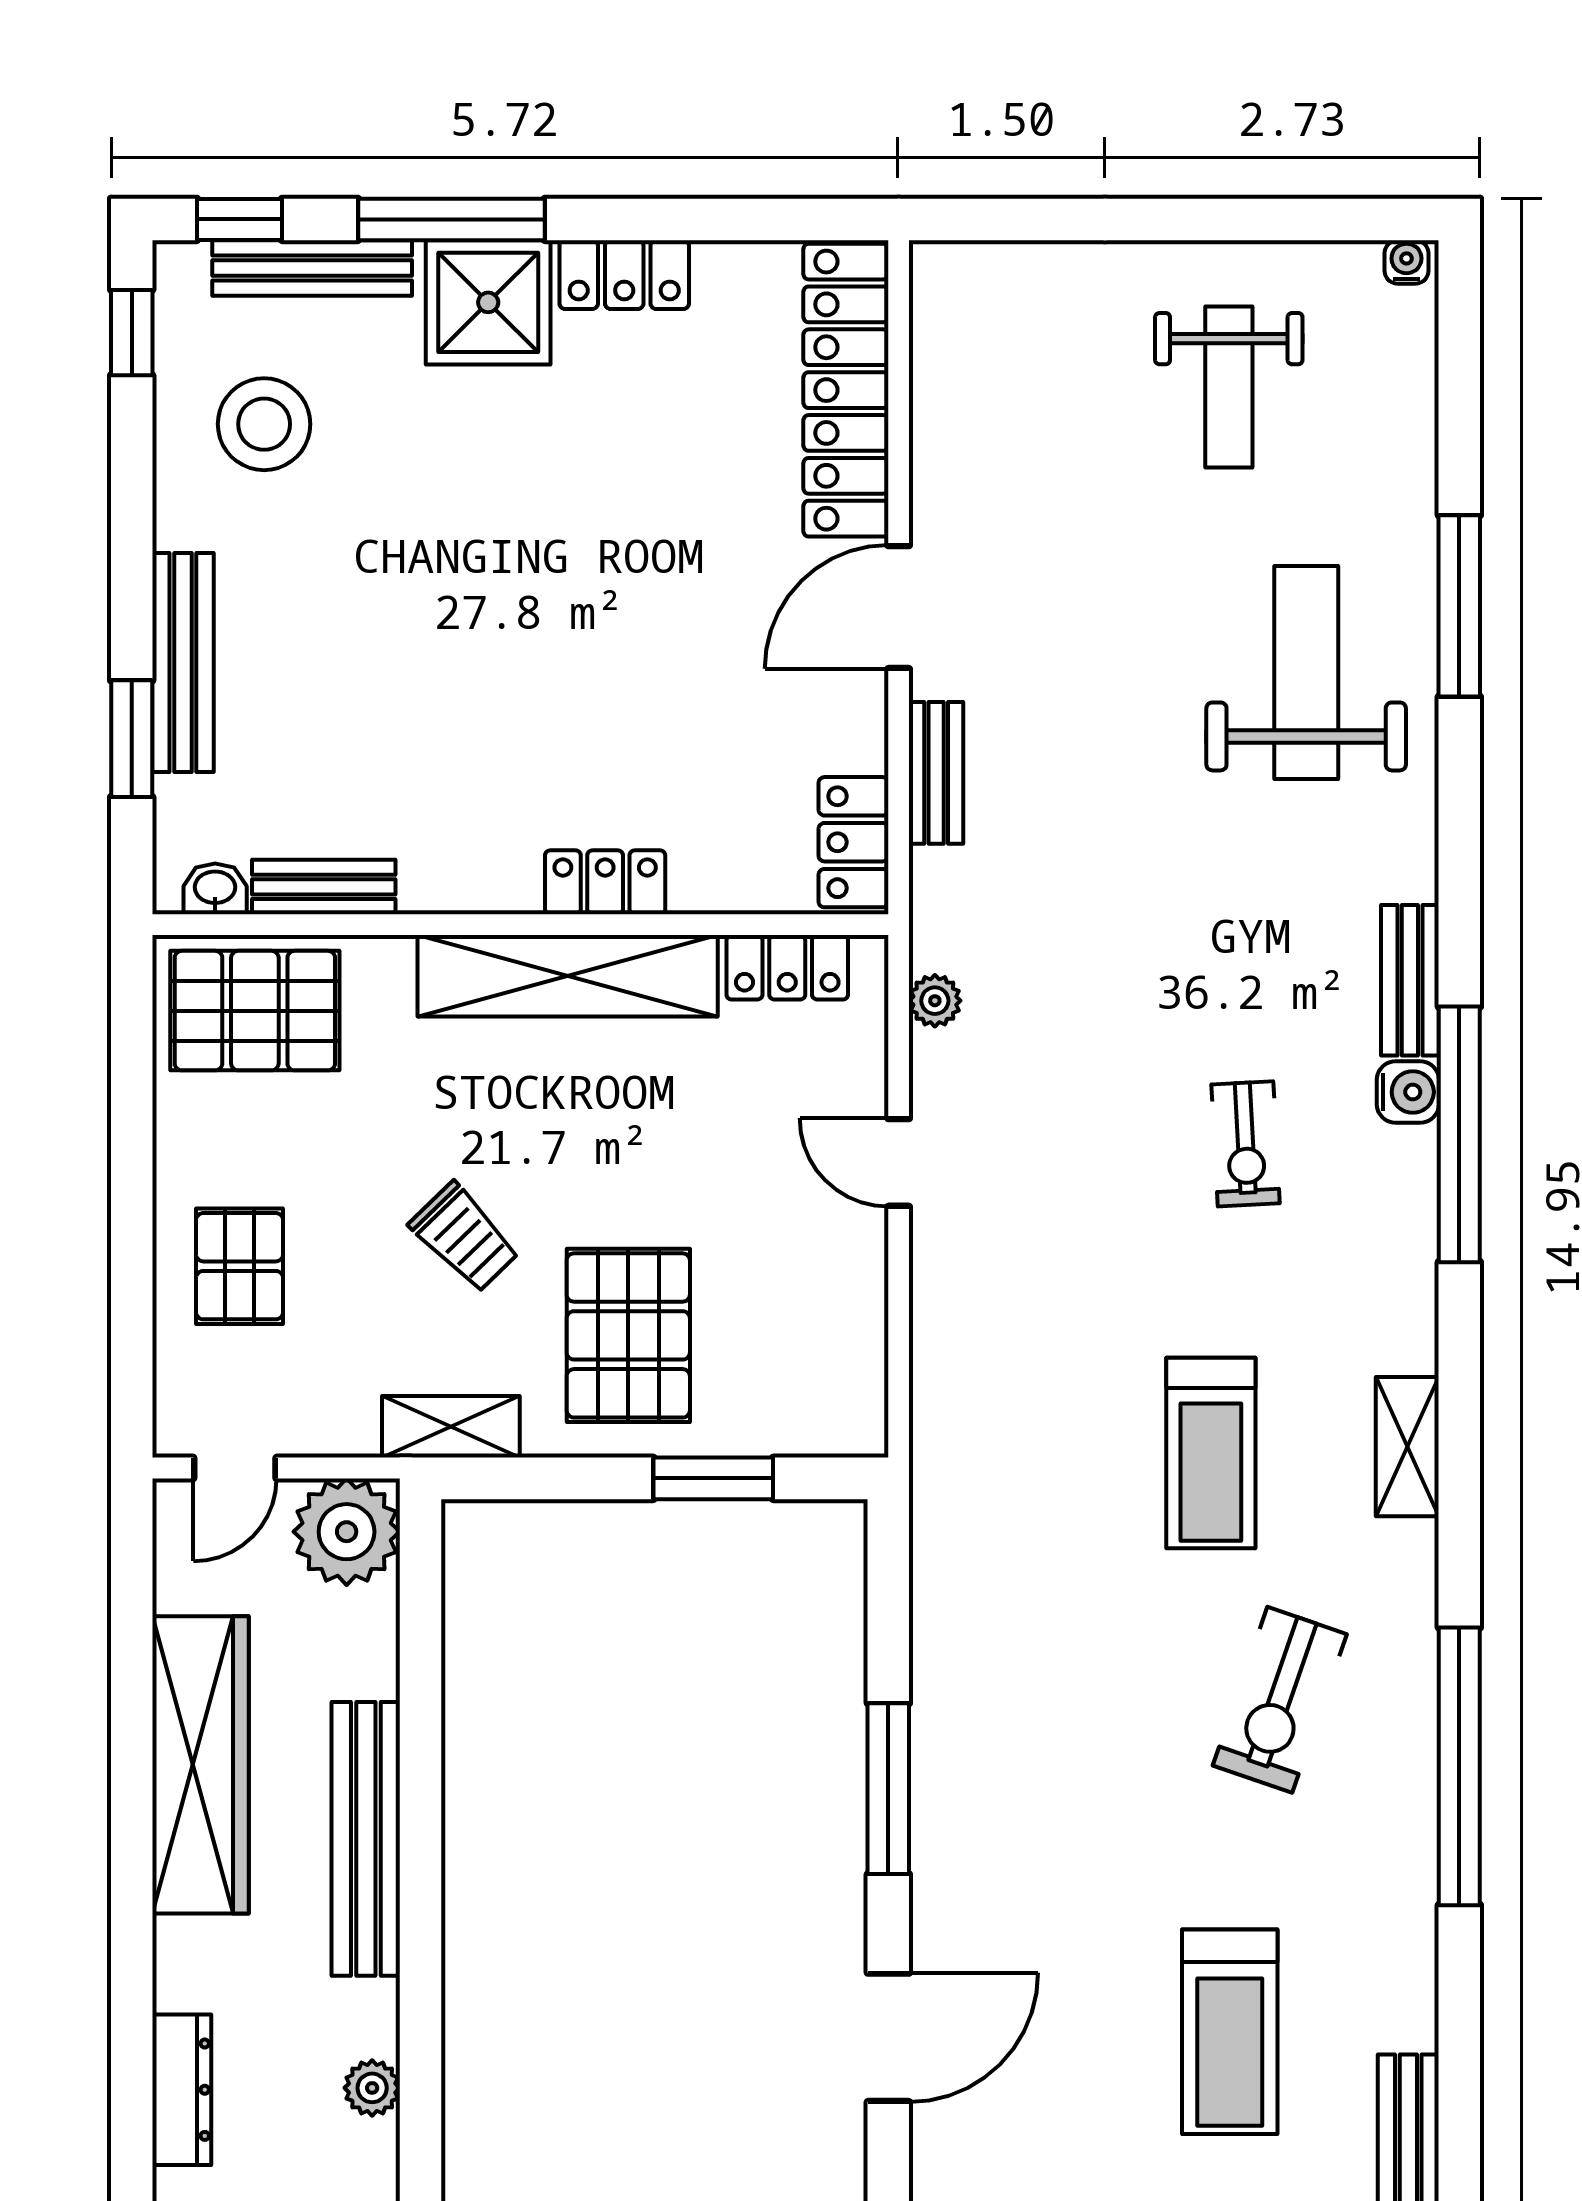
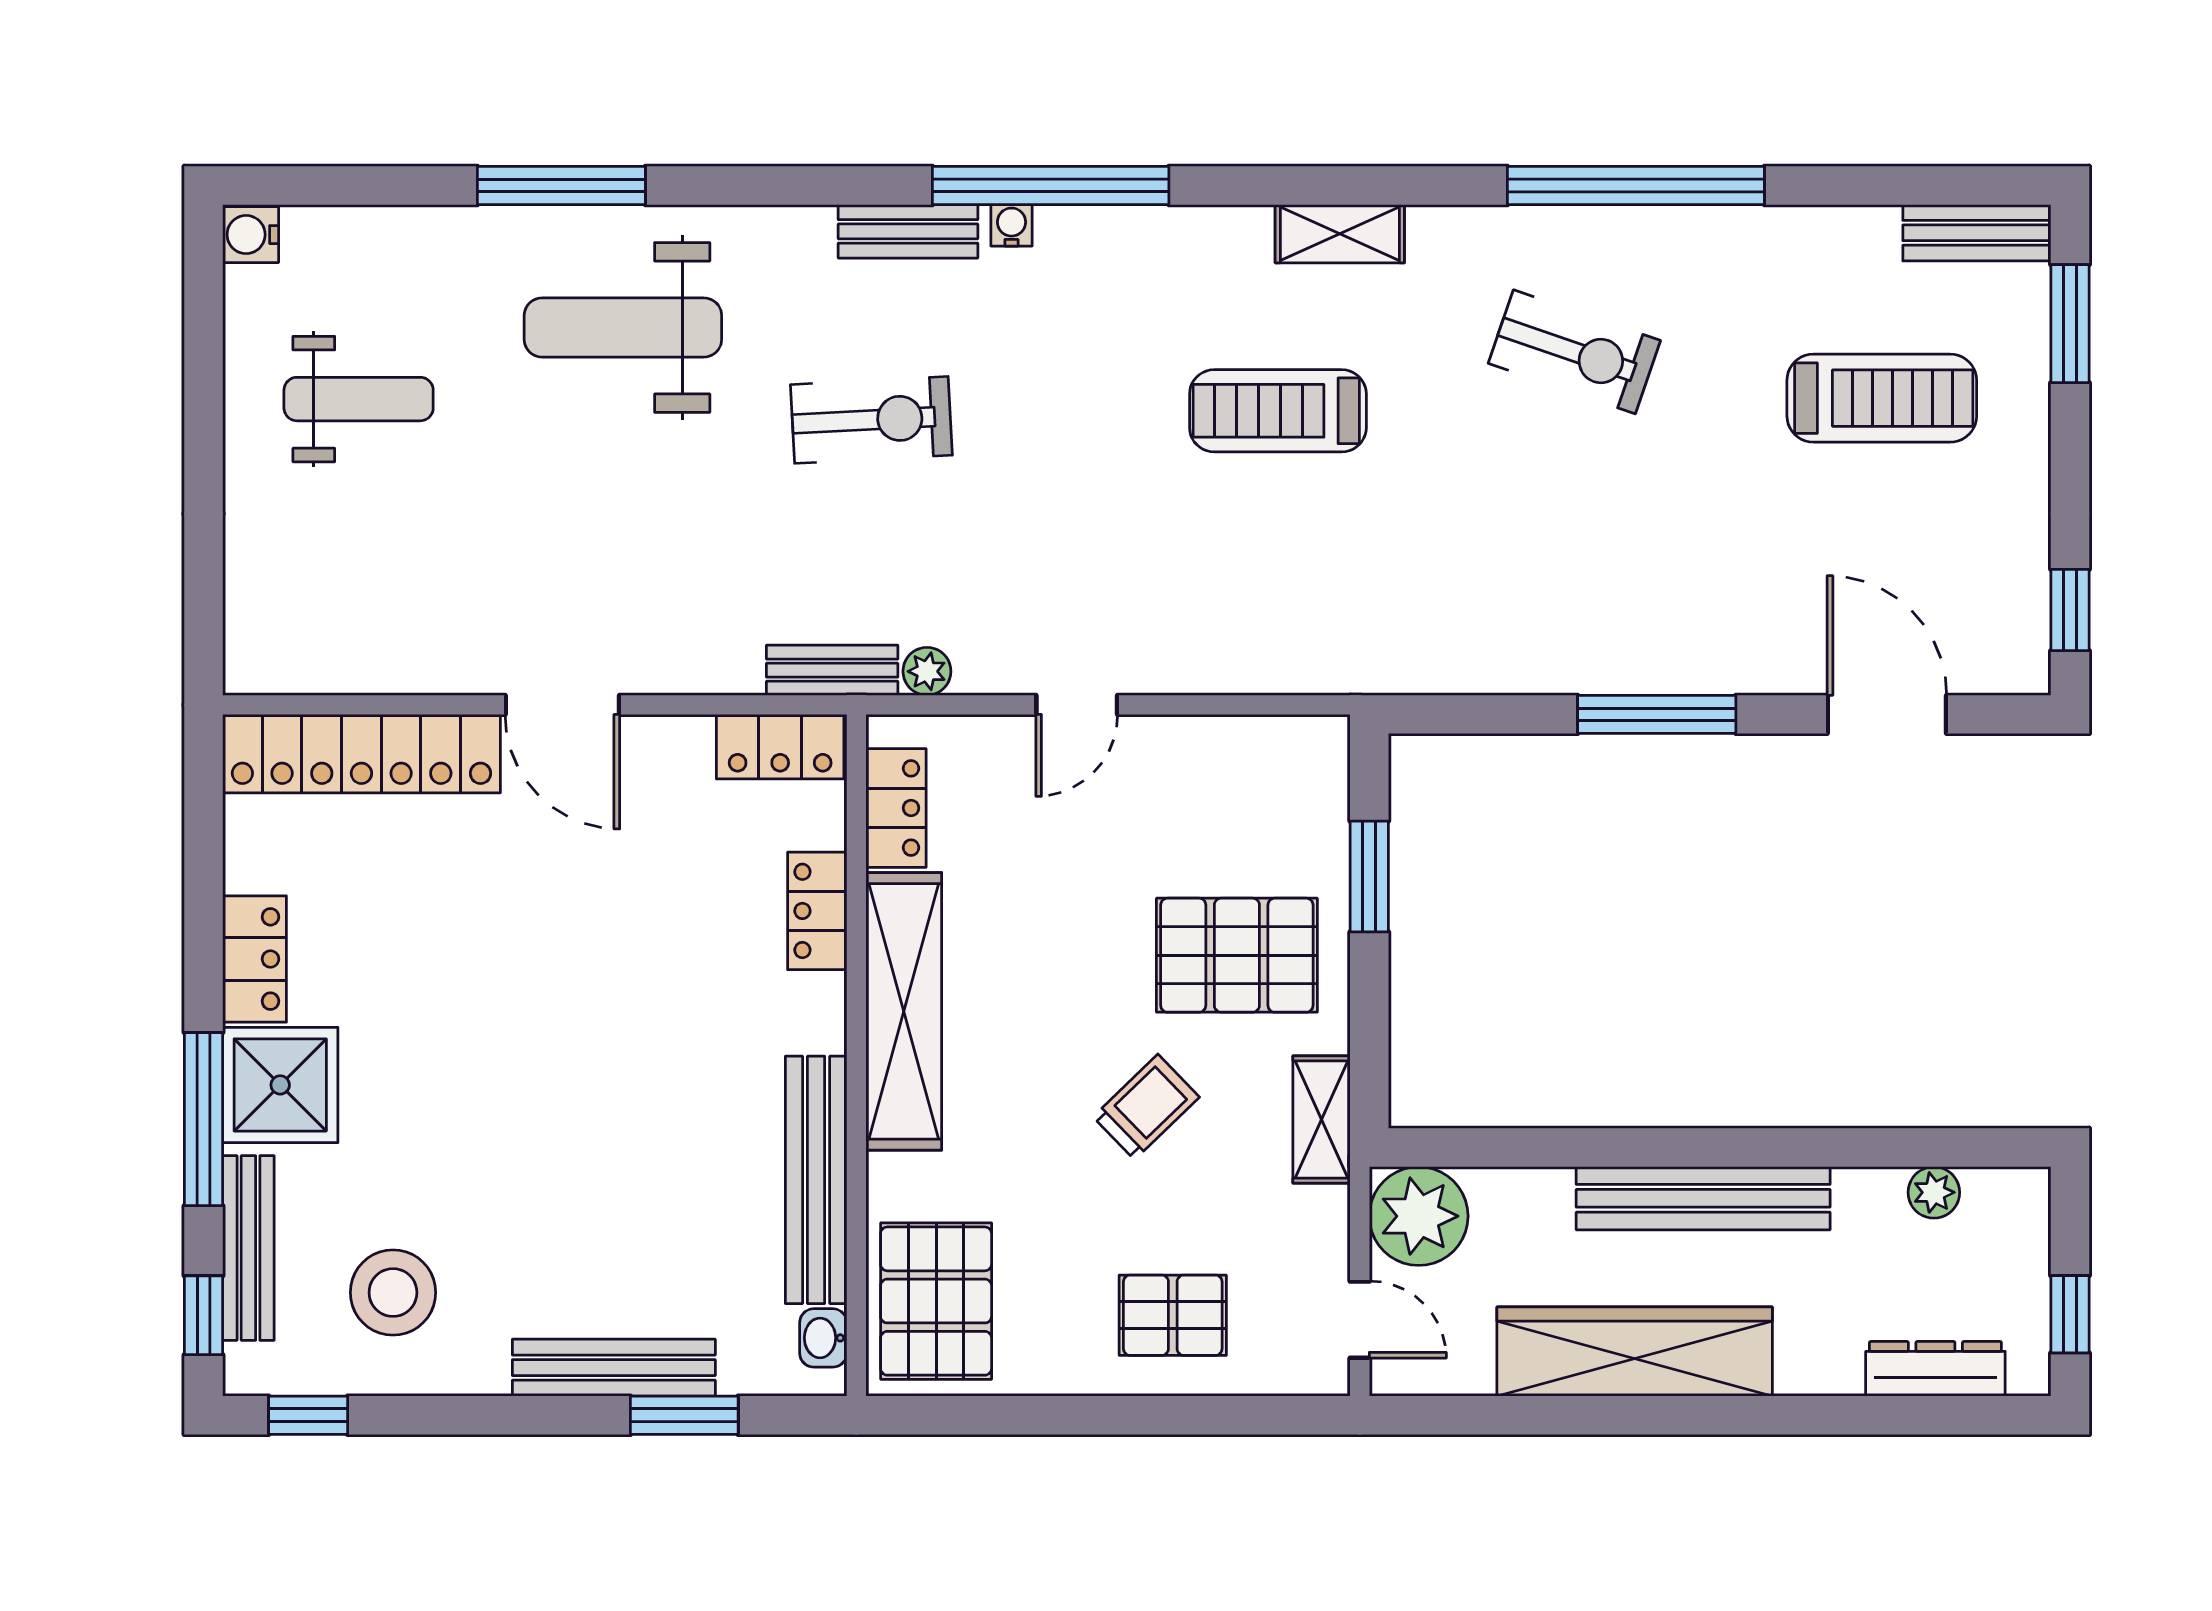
water cooler: (1406, 262) -> (251, 235), width x1.38, depth x1.38
bench: (936, 773) -> (832, 670), moved
locker: (605, 882) -> (817, 911), moved
bench: (324, 887) -> (816, 1180), width x1.86, depth x1.21
water cooler: (1408, 1092) -> (1011, 225), width x0.72, depth x0.72
exercise bike: (1246, 1144) -> (871, 420), moved, width x1.38, depth x1.39
treadmill: (1211, 1453) -> (1278, 411), moved, turned 180

